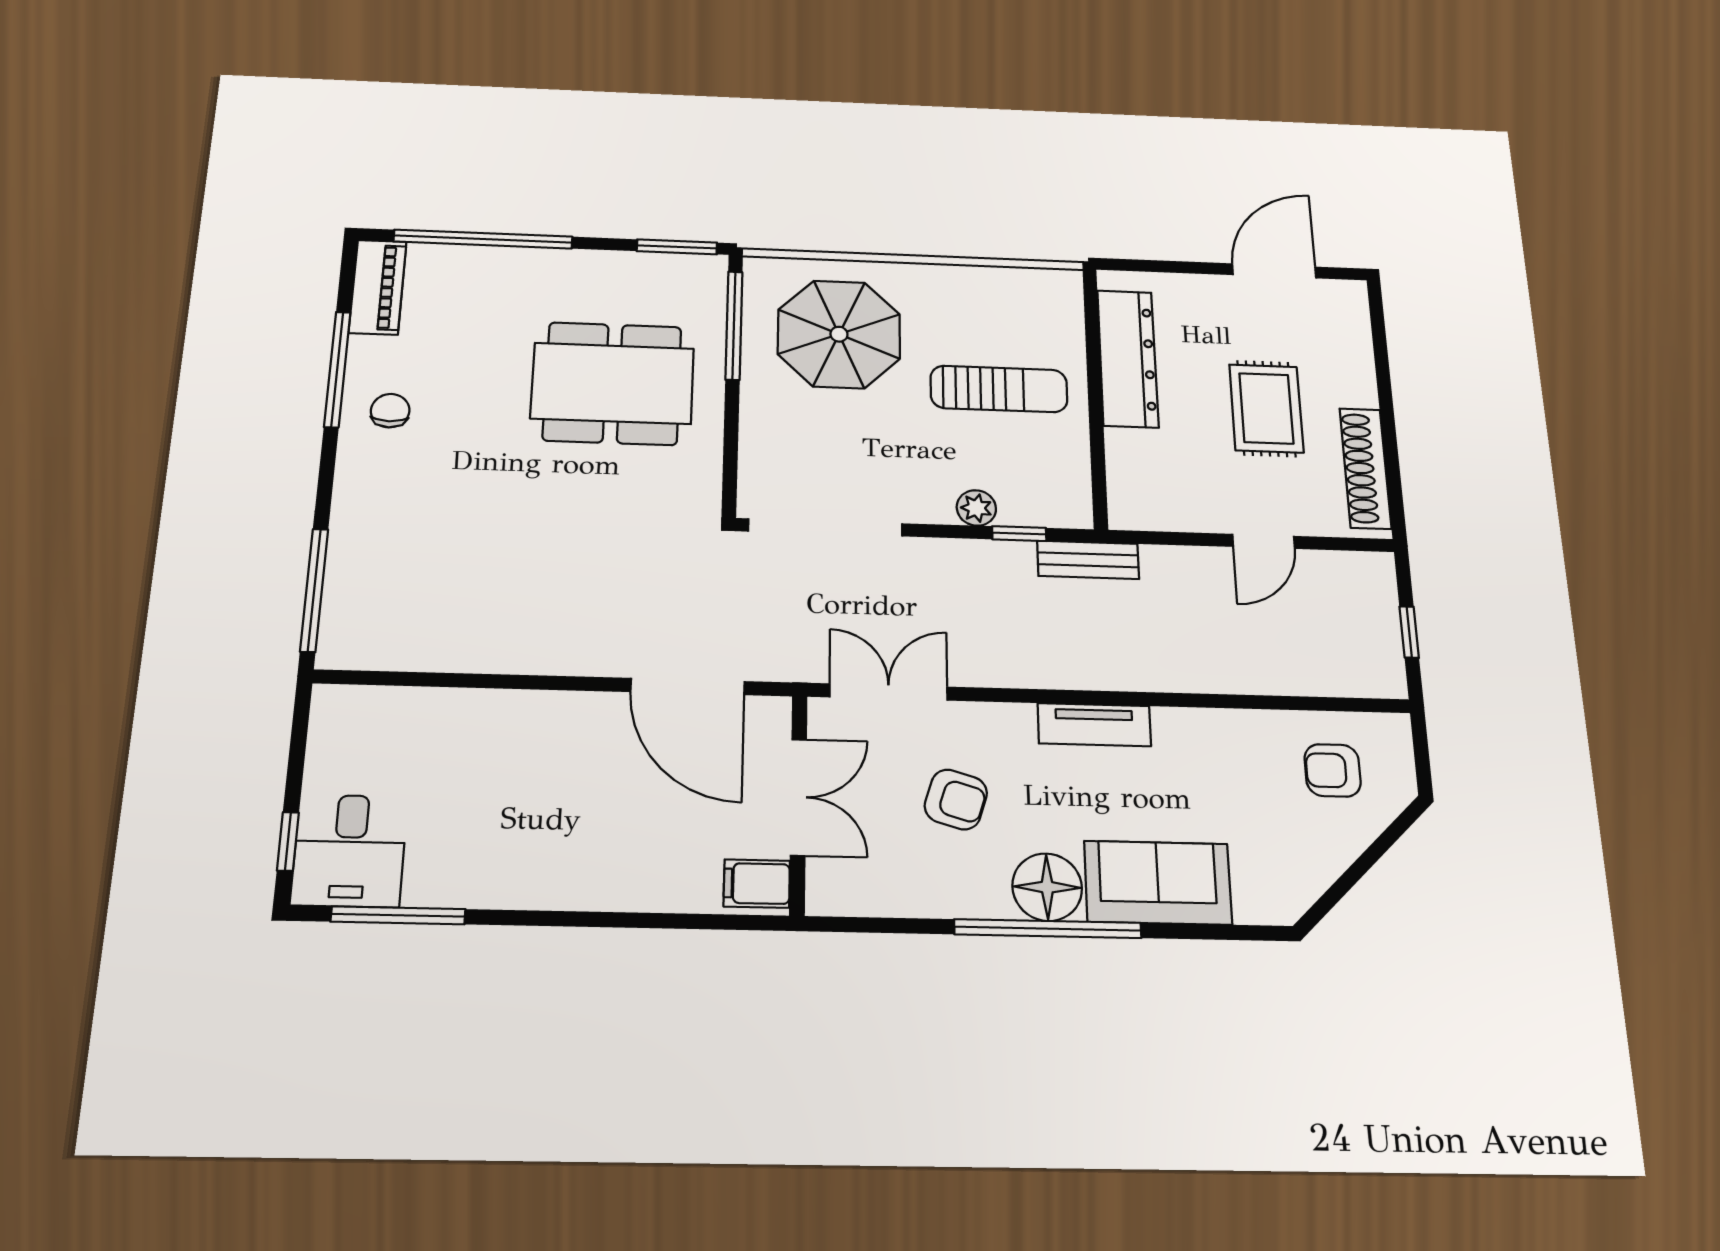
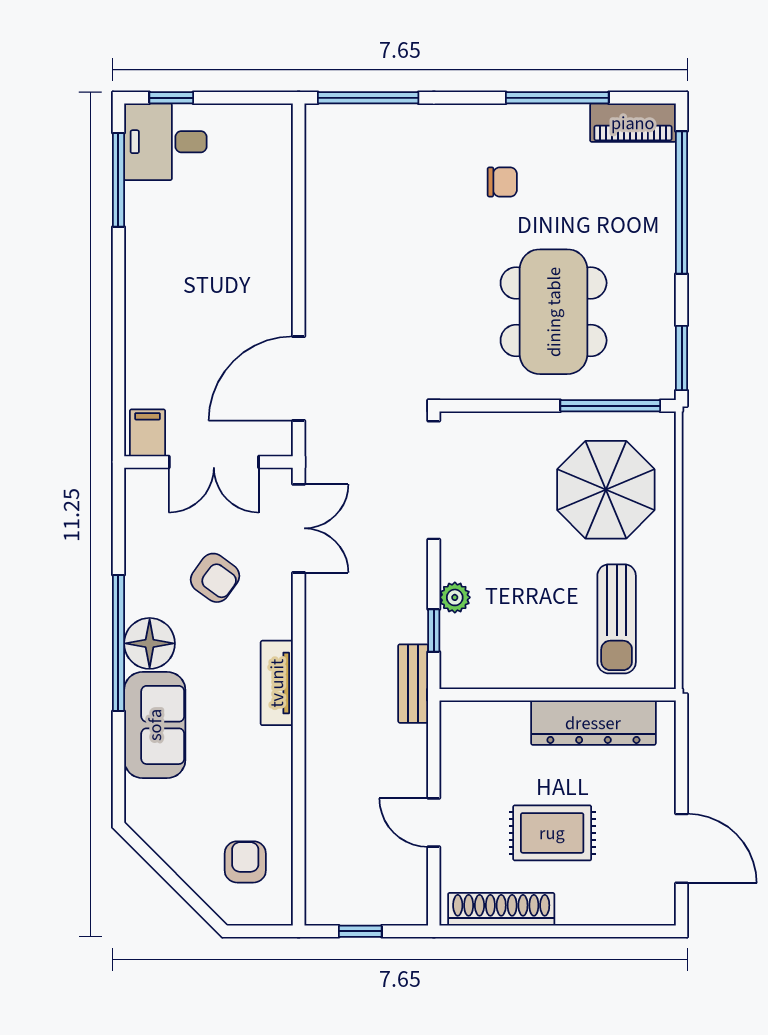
sun lounger: (999, 389) -> (617, 619), moved
chair: (390, 411) -> (502, 182), moved
armchair: (956, 799) -> (215, 578), turned -71

